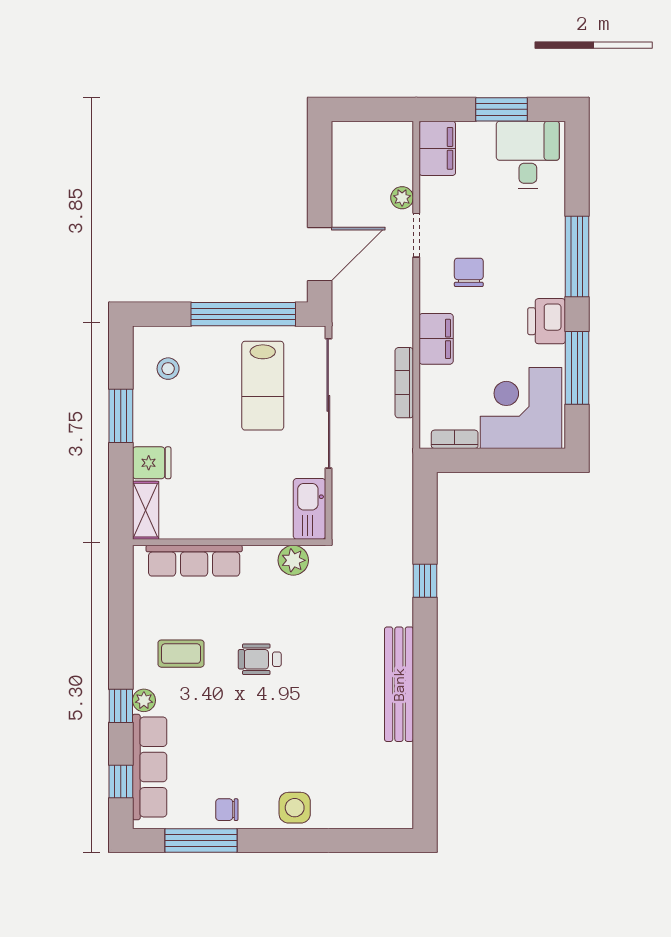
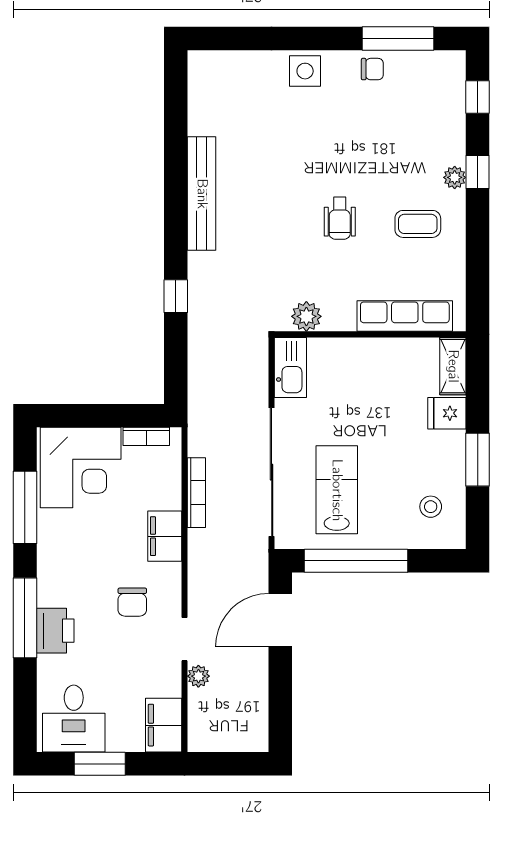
printer: (547, 321) -> (55, 631), moved
wheelchair: (260, 659) -> (340, 218), turned 90
row of seats: (150, 767) -> (449, 111), removed

